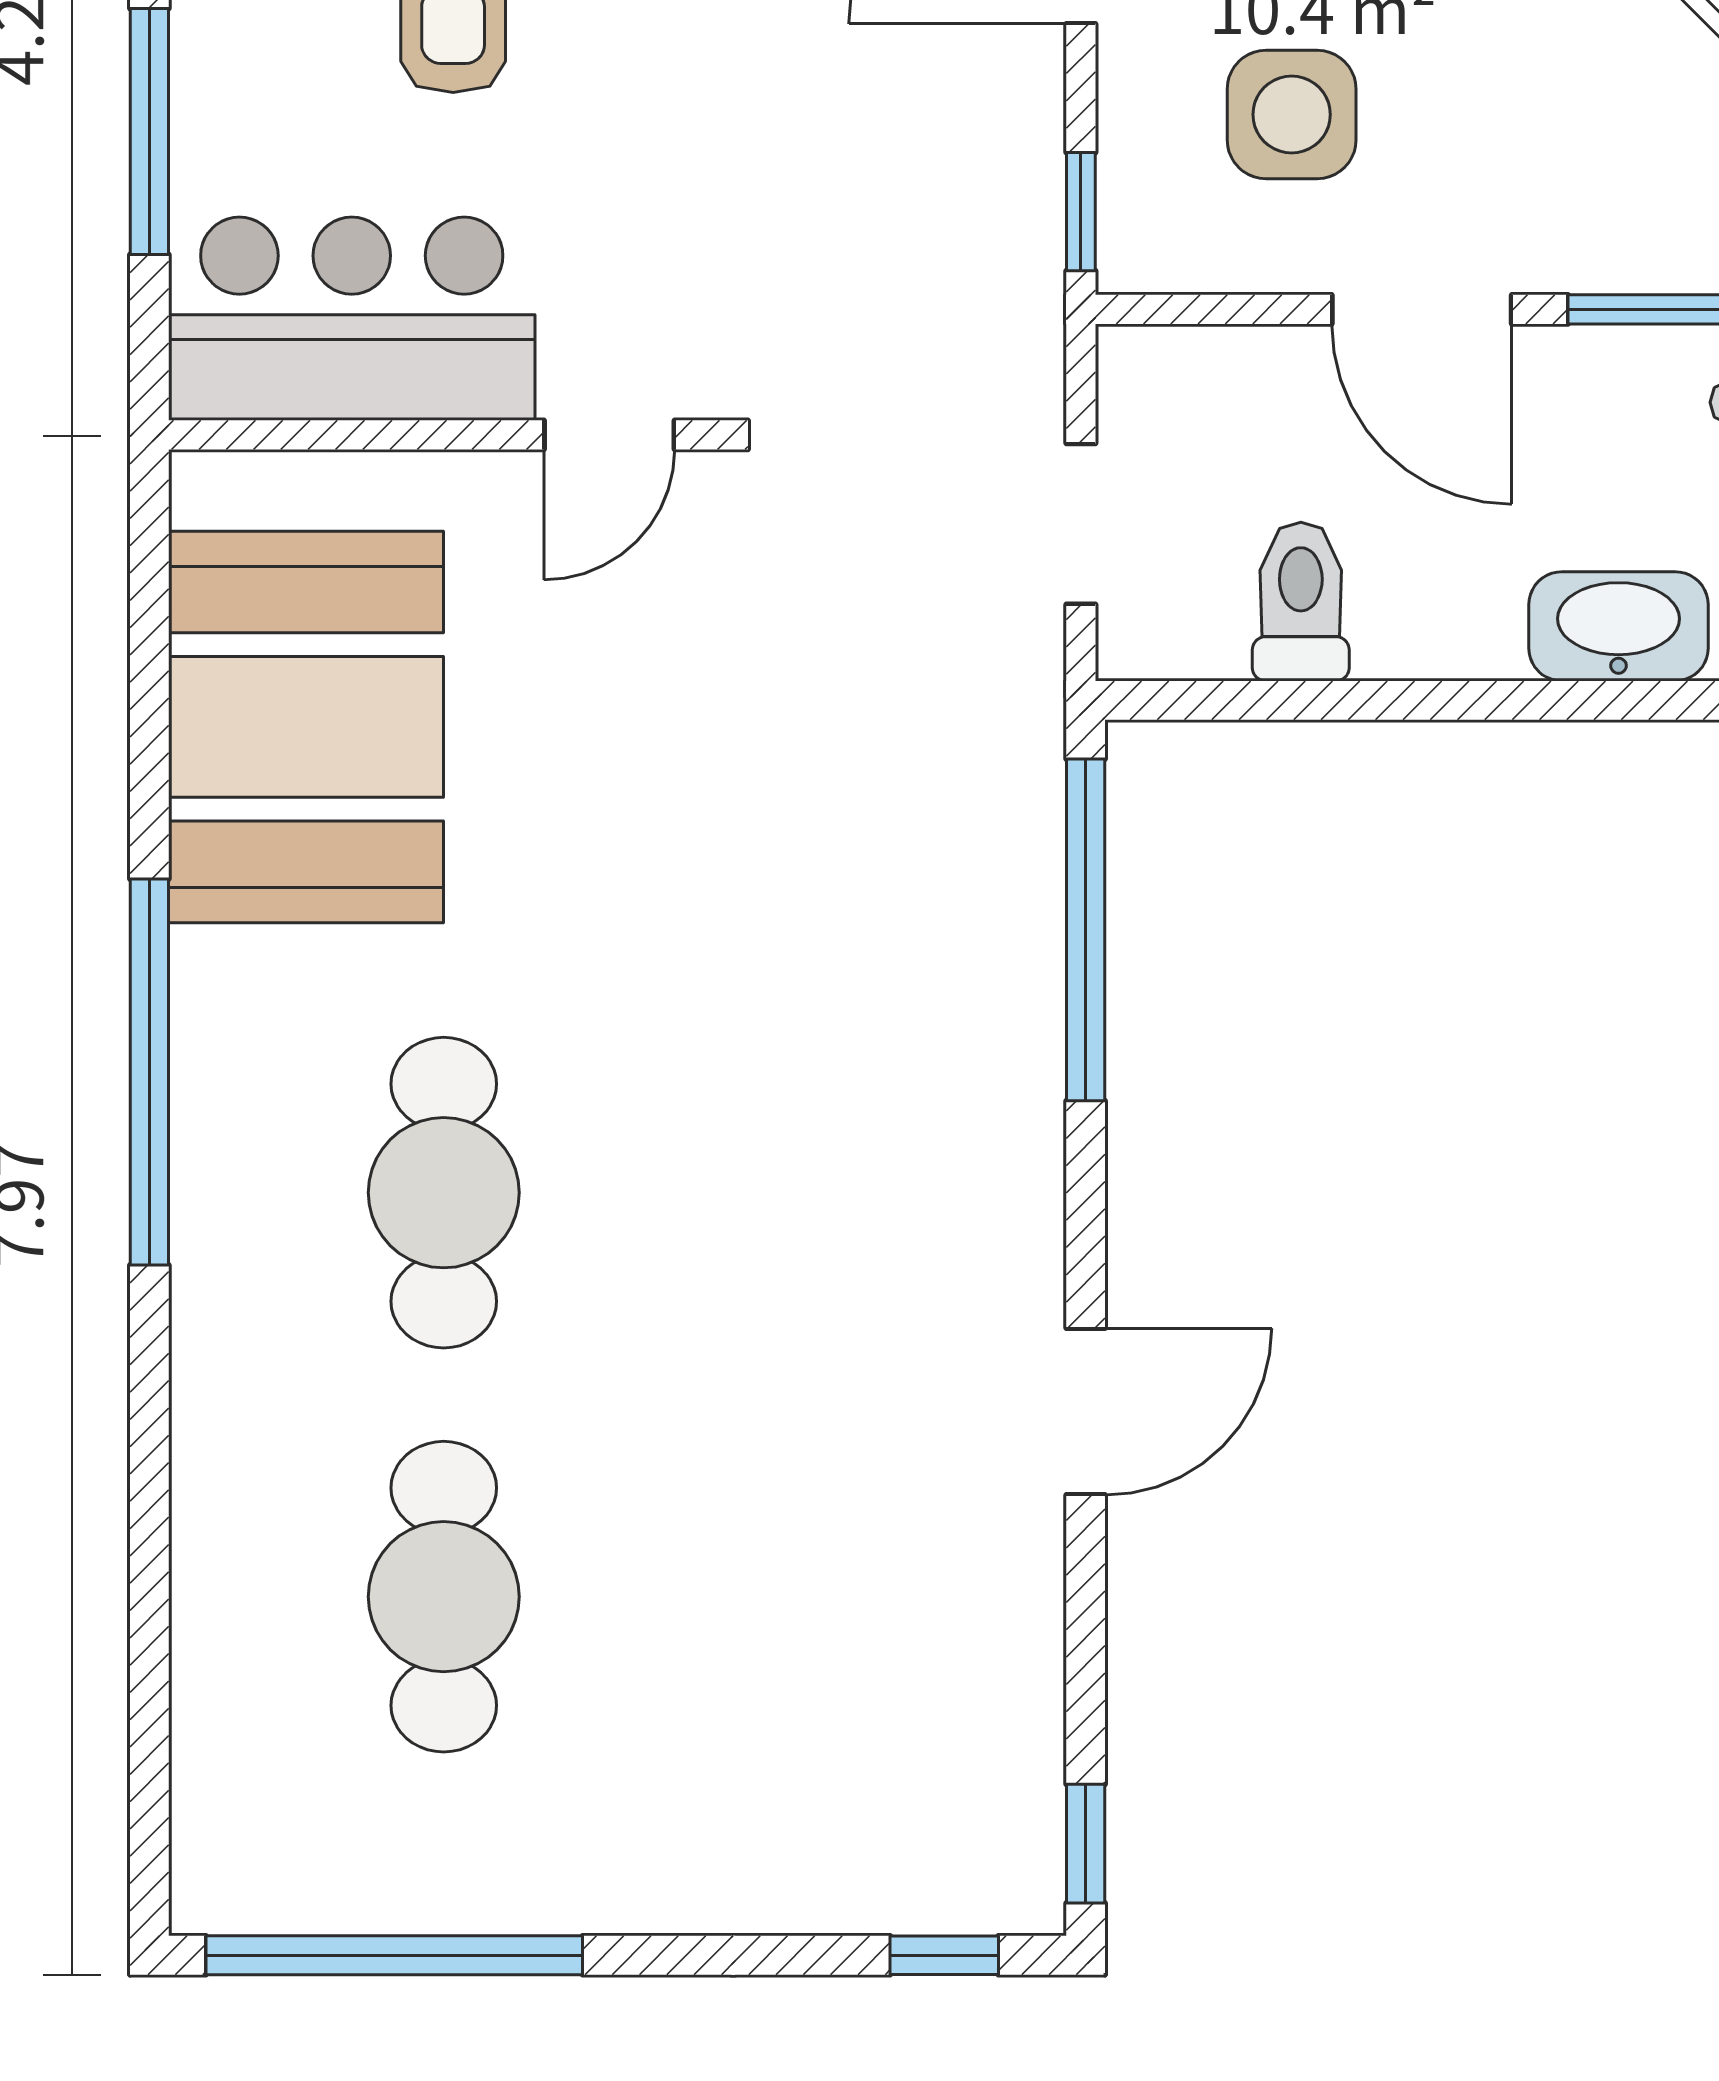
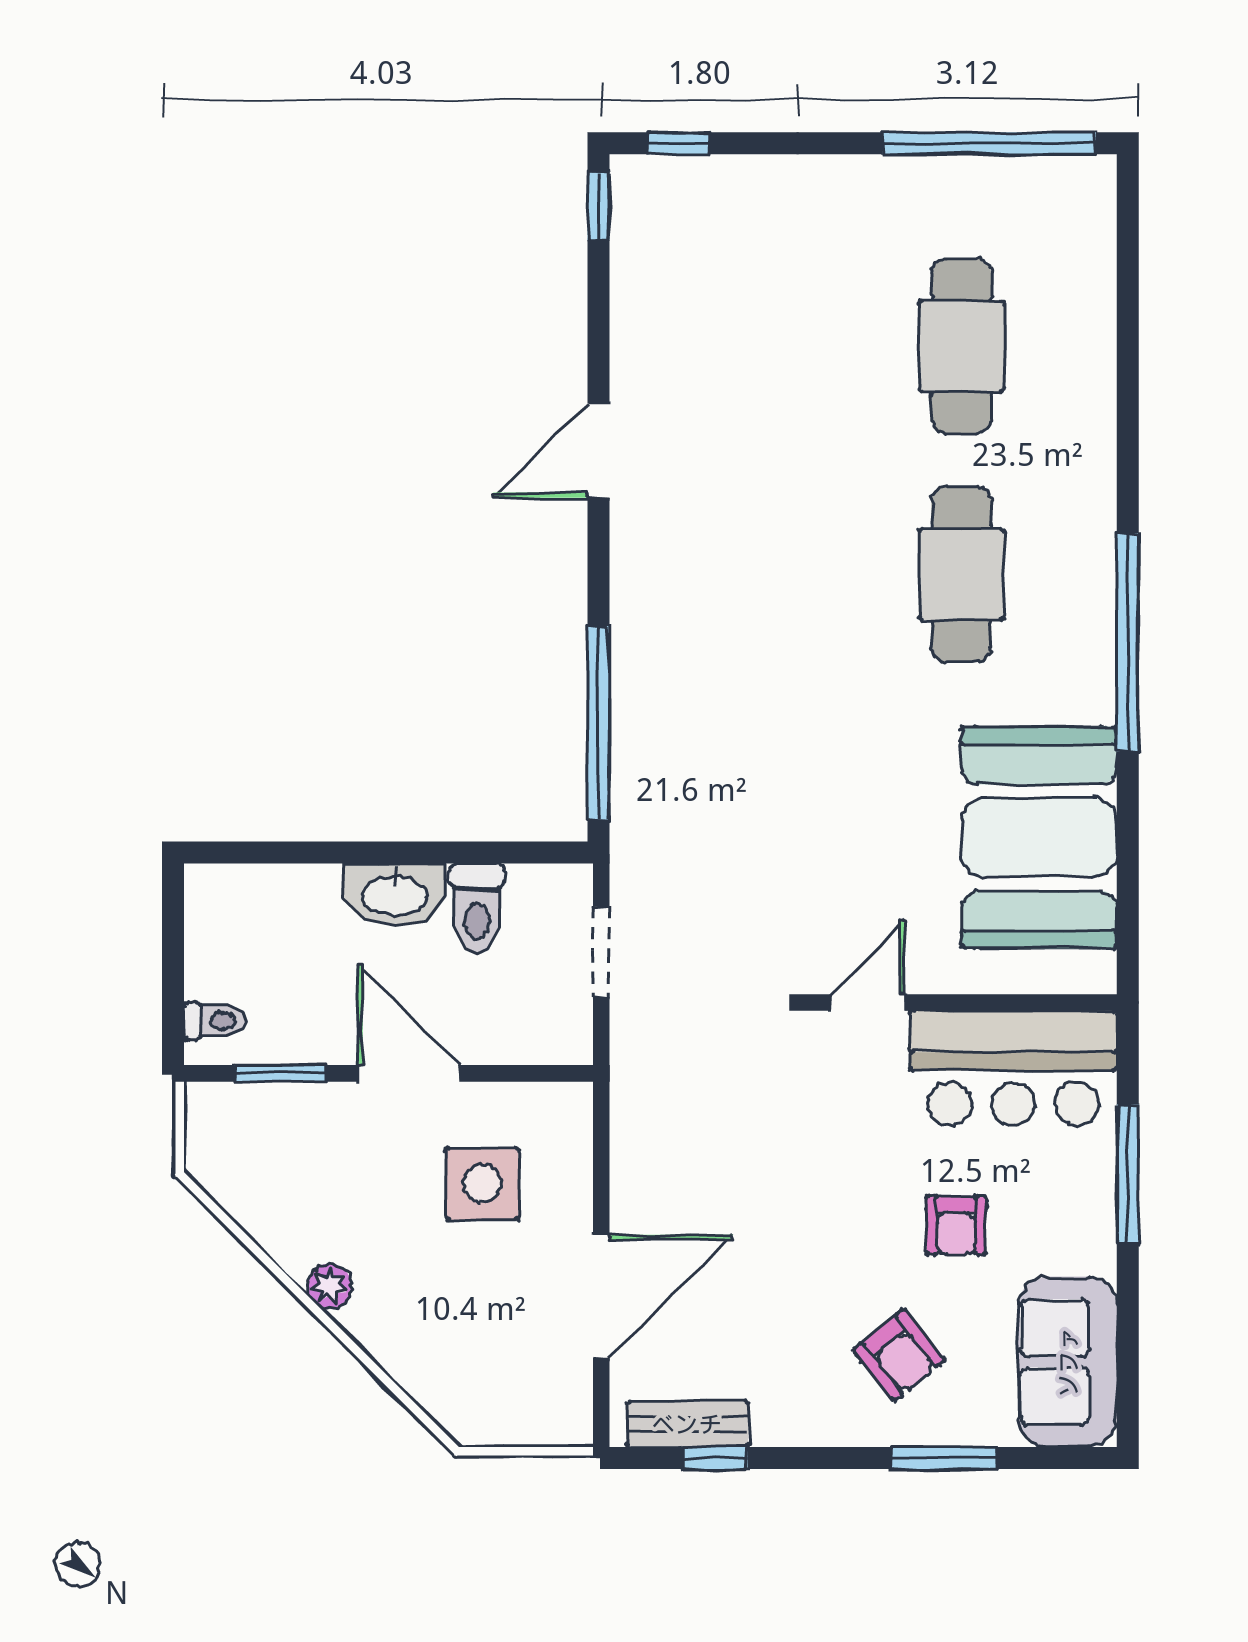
window: (1081, 212) -> (601, 1129), removed
washbasin: (1618, 626) -> (395, 894), moved

